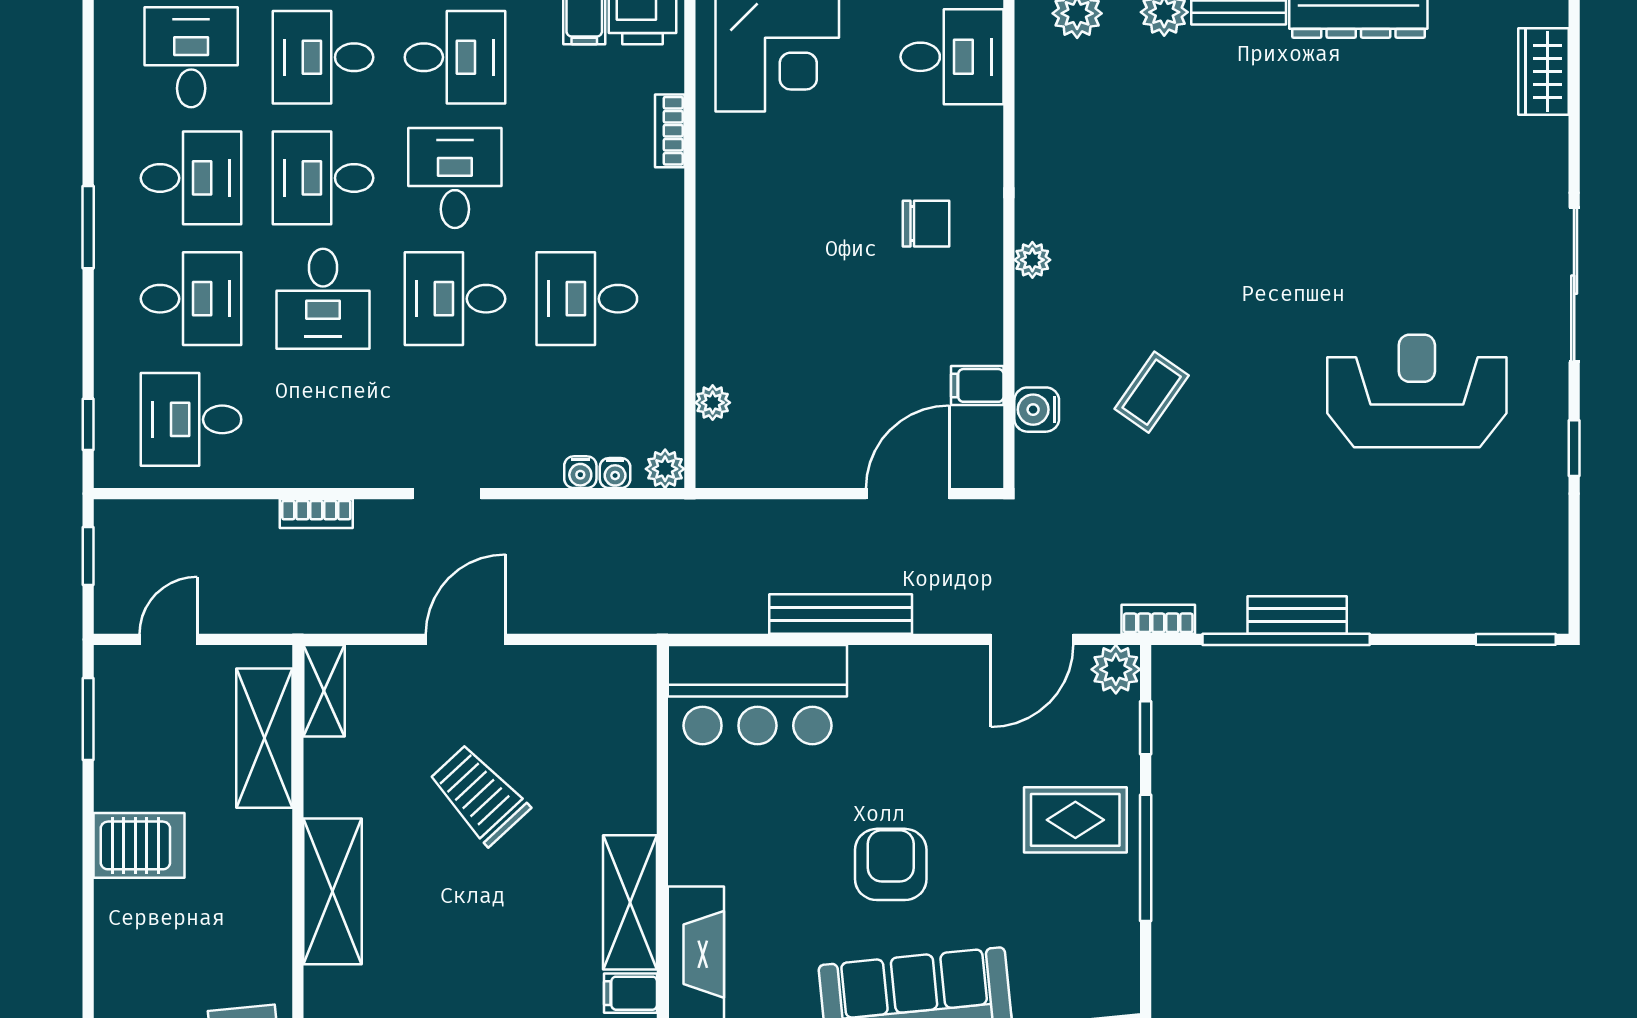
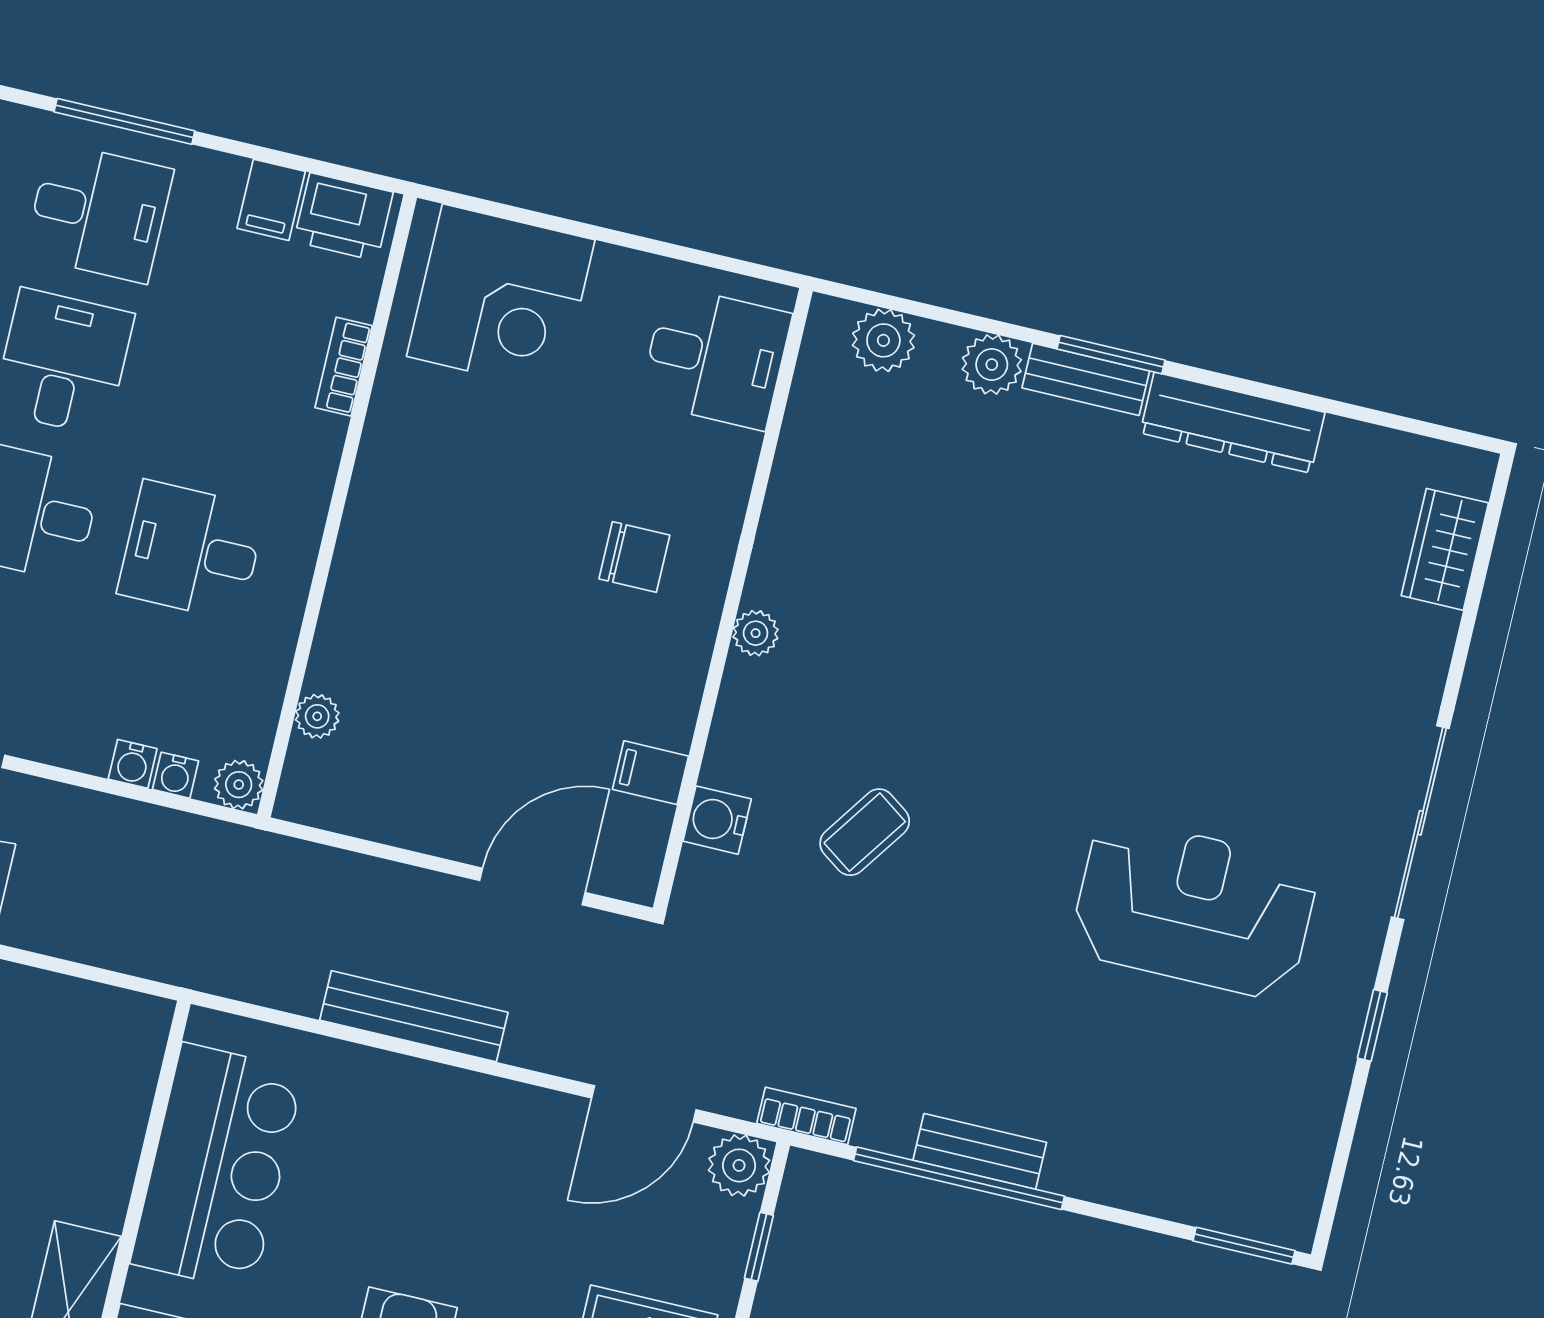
bar counter: (757, 695) -> (217, 1167), moved, turned -90

